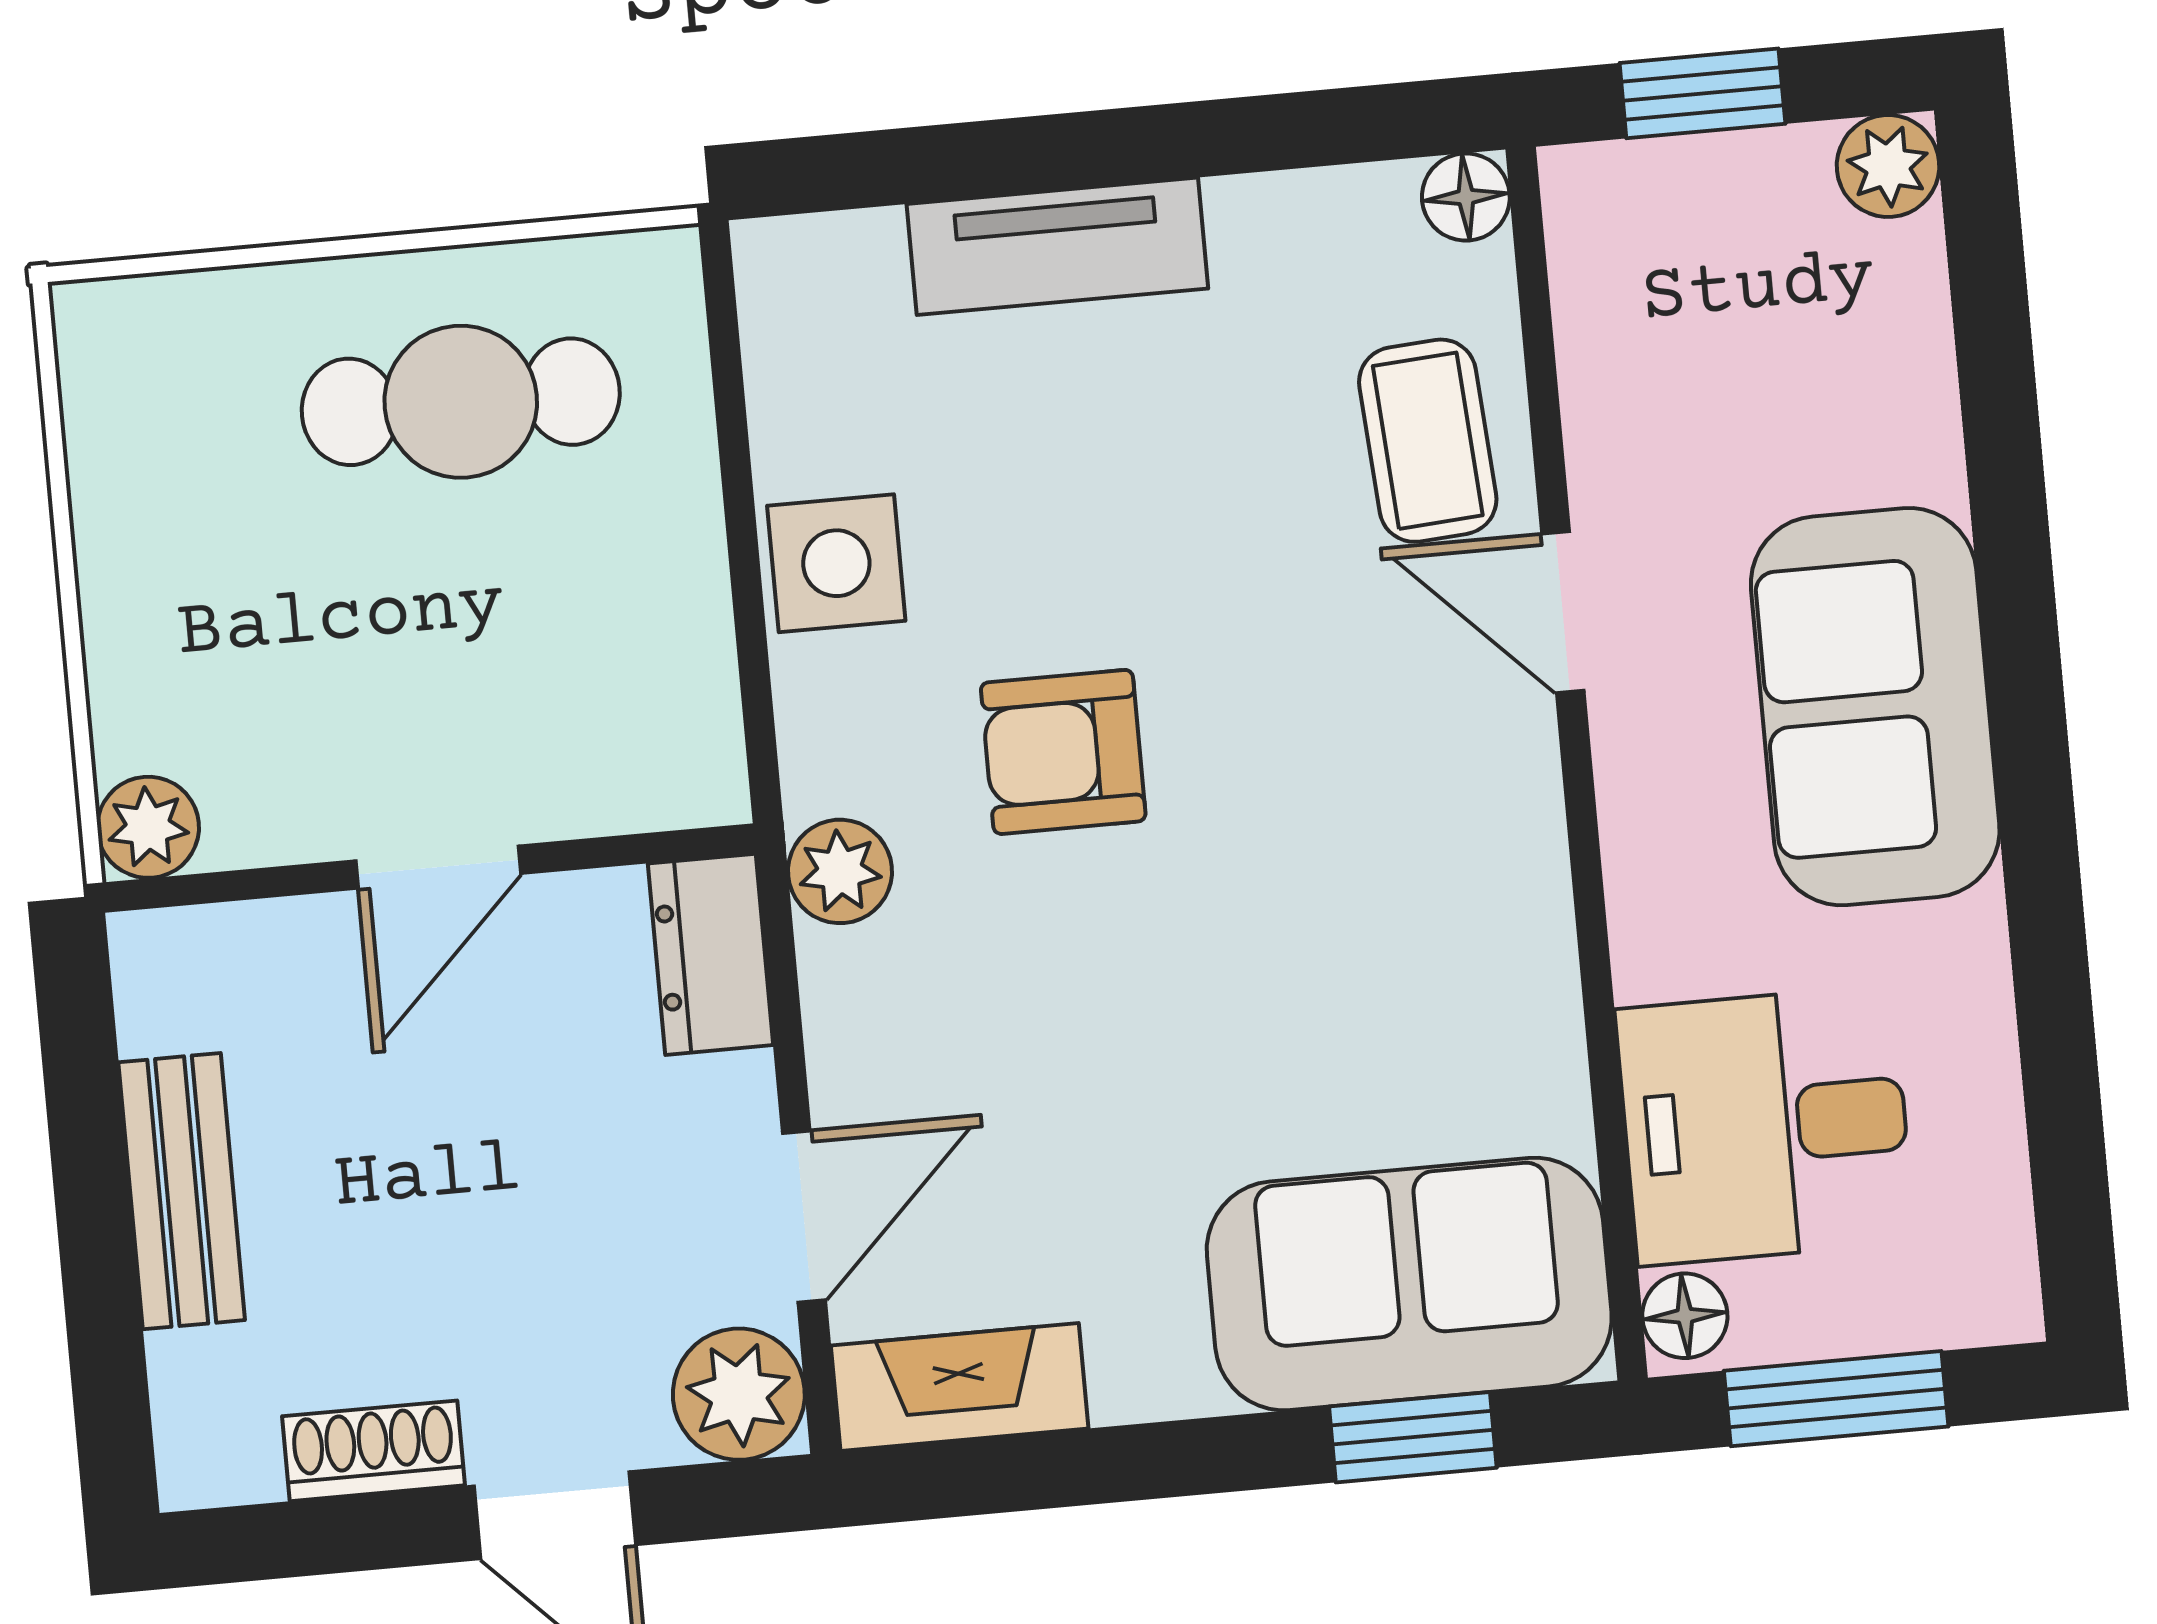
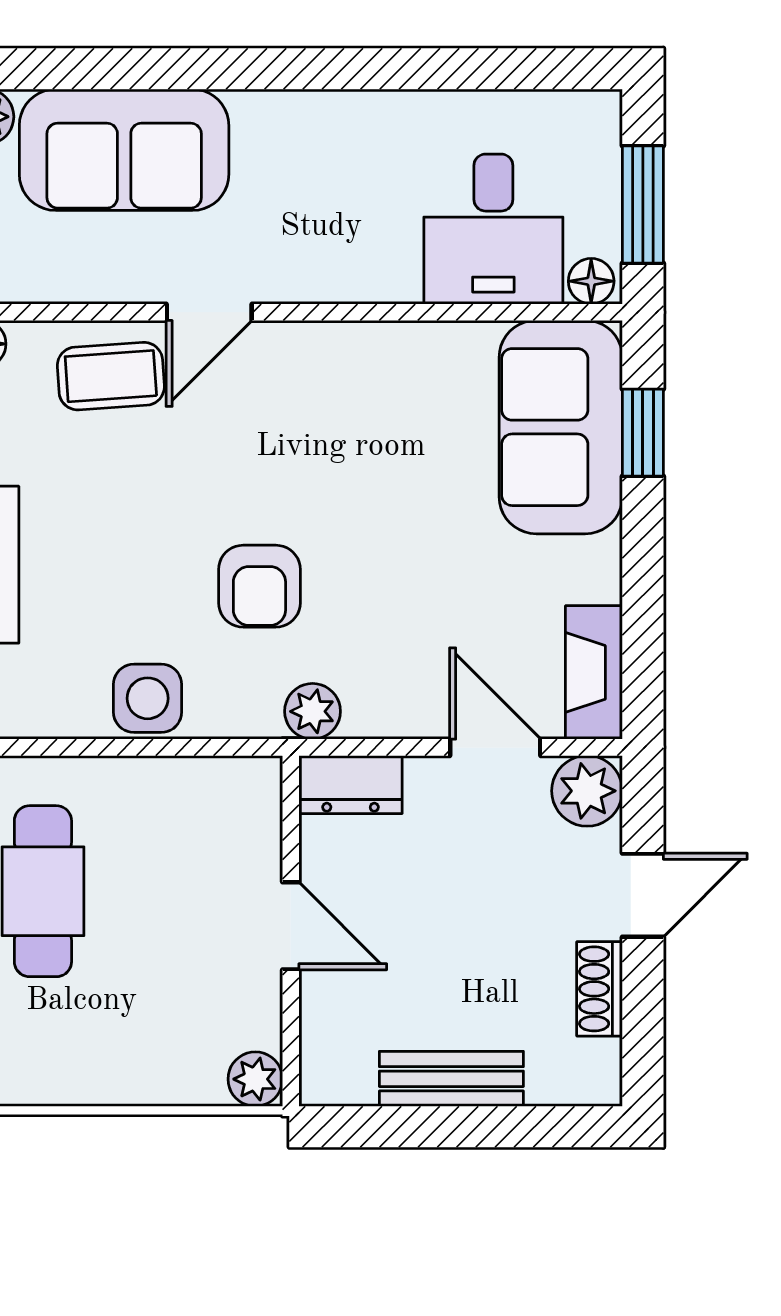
sofa: (1875, 707) -> (124, 150), moved

